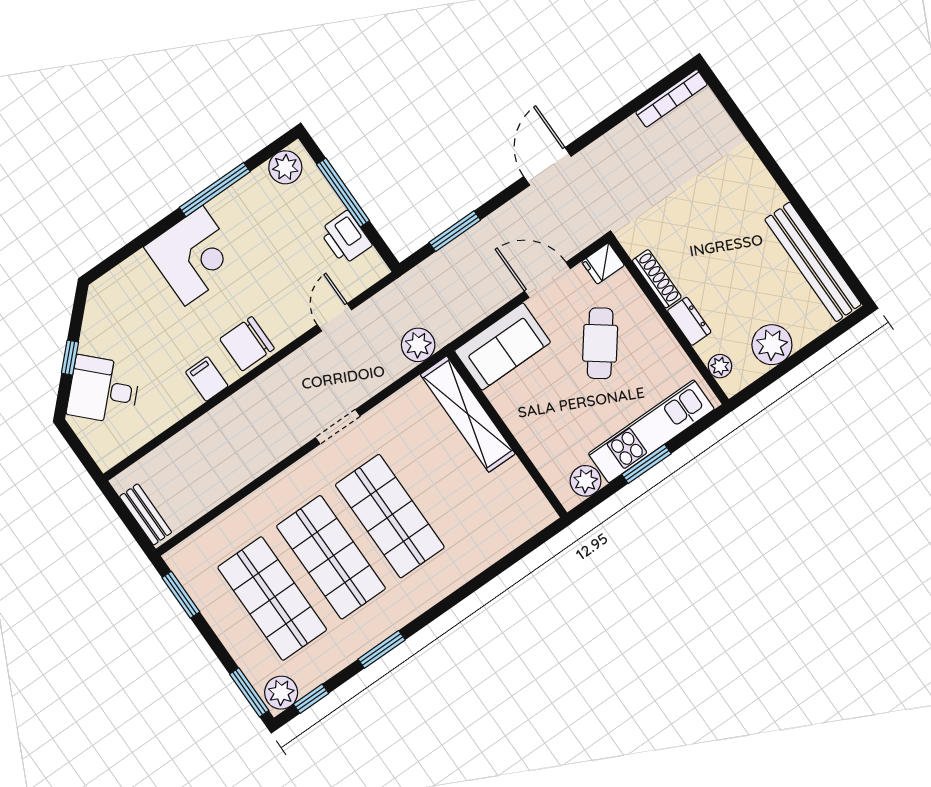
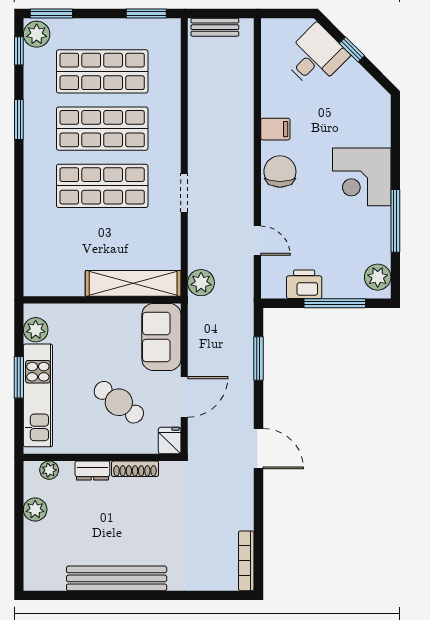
bench: (813, 262) -> (117, 578), moved
plant: (772, 345) -> (35, 510), width x0.73, depth x0.73

